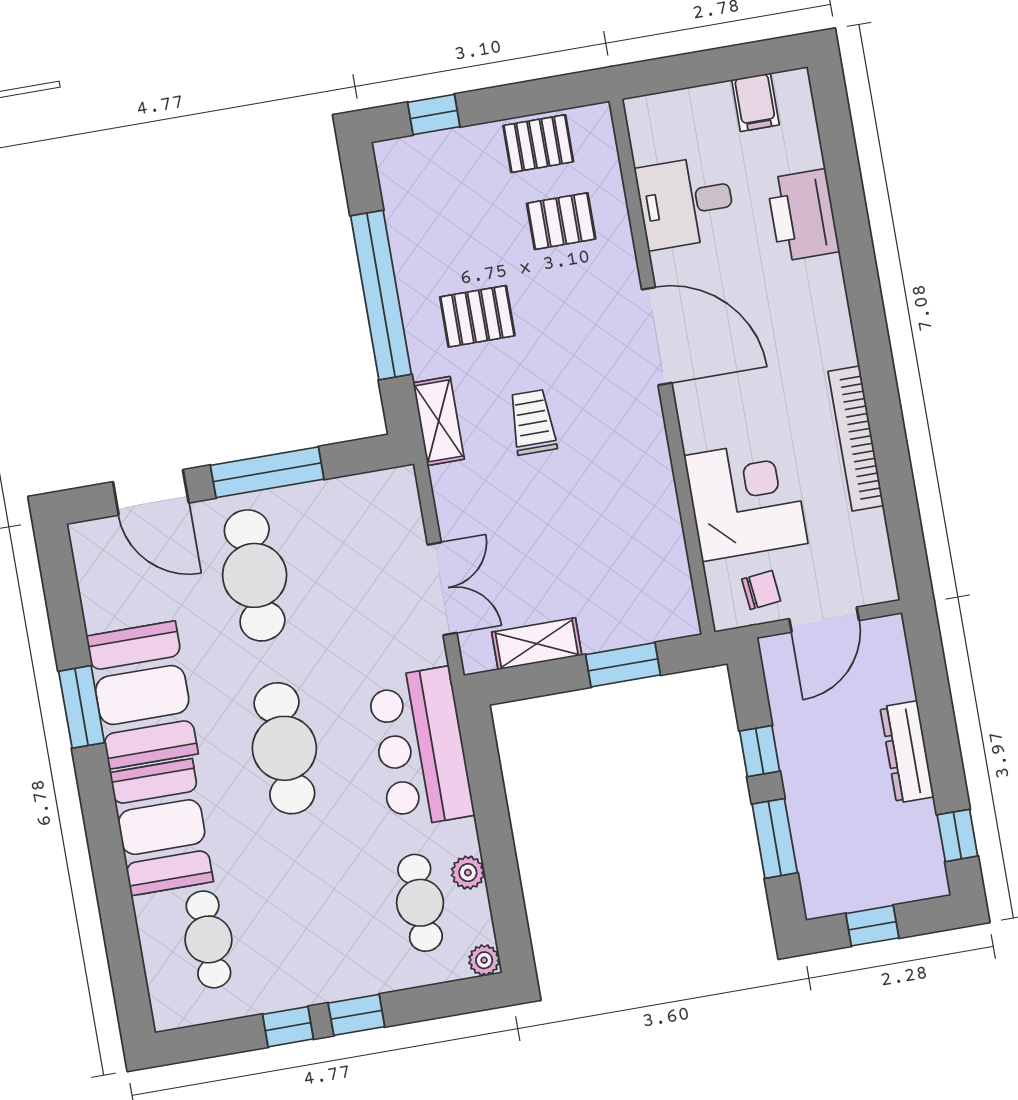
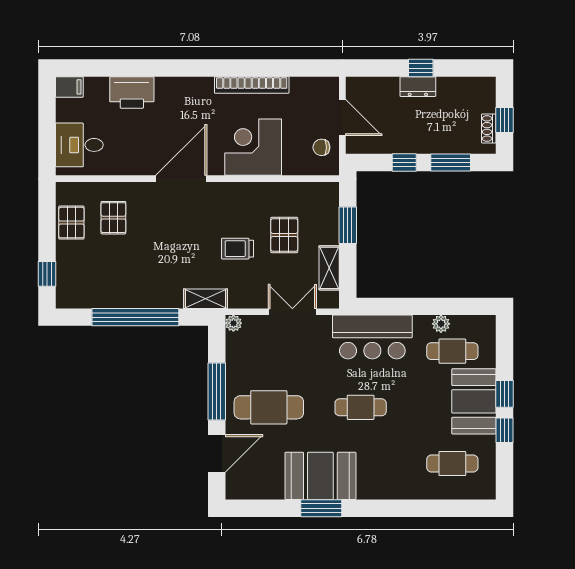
filing cabinet: (755, 102) -> (69, 87), moved
desk: (686, 202) -> (79, 145), moved, turned 90
pallet: (477, 316) -> (284, 235), moved
trolley: (533, 422) -> (237, 249), moved
corner desk: (746, 500) -> (253, 147), moved
chair: (761, 590) -> (321, 147), turned -84
cafe table: (284, 748) -> (361, 407), width x0.73, depth x0.74
dresser: (907, 752) -> (418, 87), width x0.70
booth: (162, 827) -> (474, 401), moved, turned 90
window: (957, 835) -> (421, 68), moved
shoe rack: (851, 899) -> (489, 128), added
plant: (484, 960) -> (233, 323), moved

